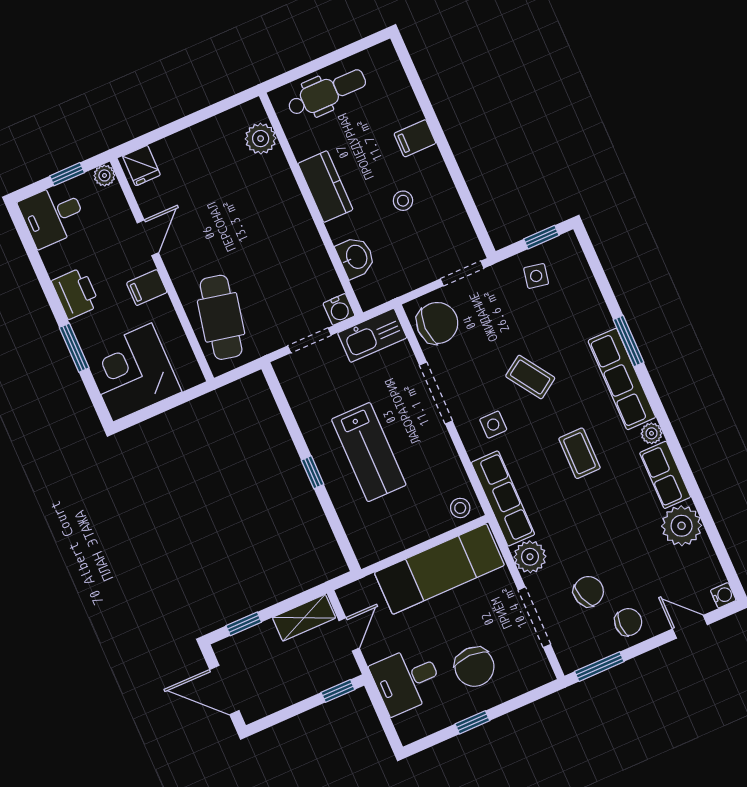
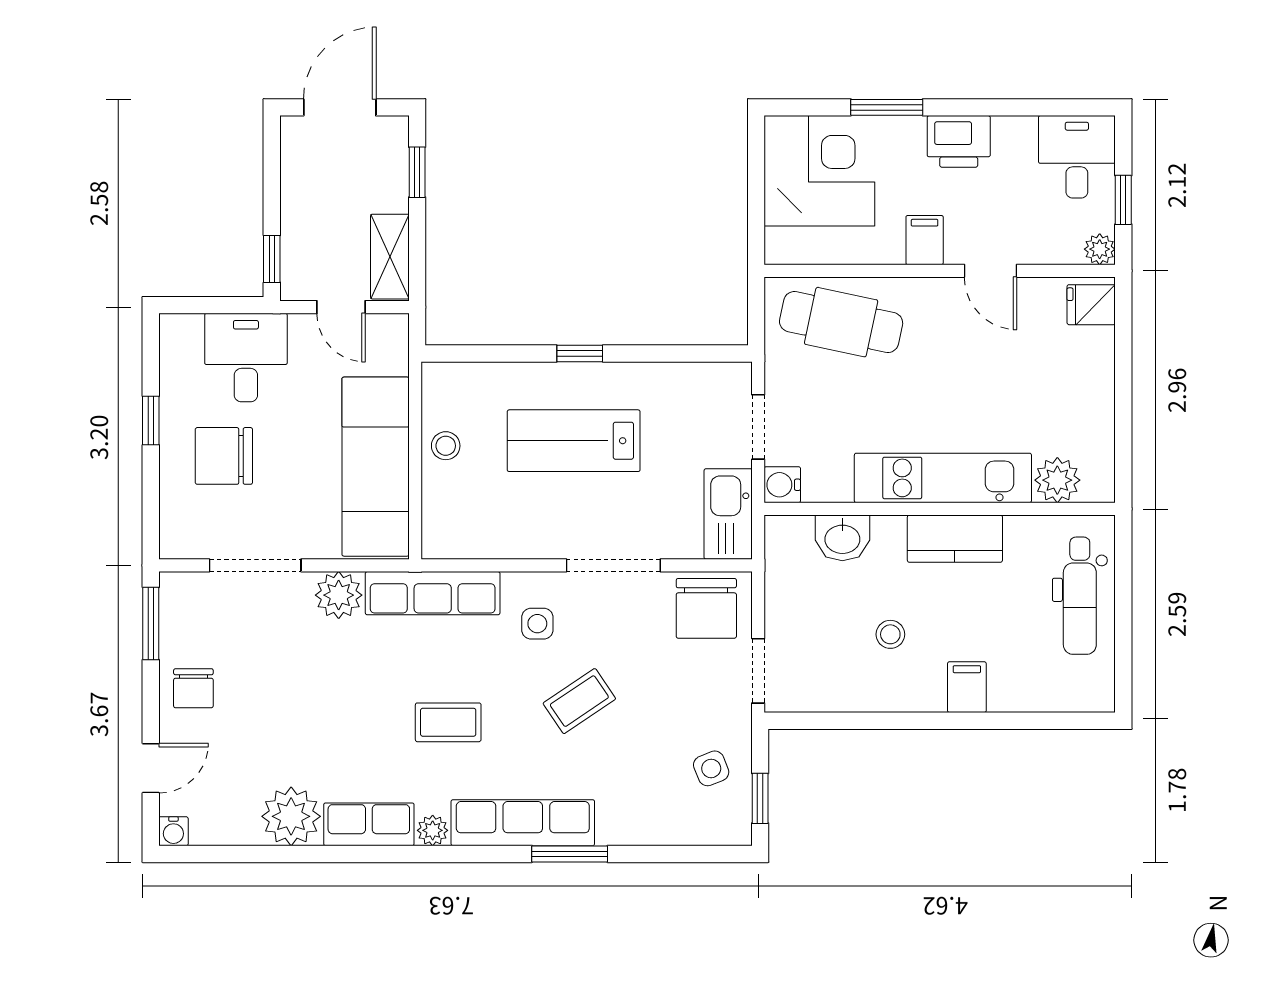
kitchen unit: (291, 211) -> (943, 478), added
side table: (536, 276) -> (711, 768), turned -33
stool: (460, 508) -> (446, 446), moved
chair: (588, 591) -> (258, 653), removed

